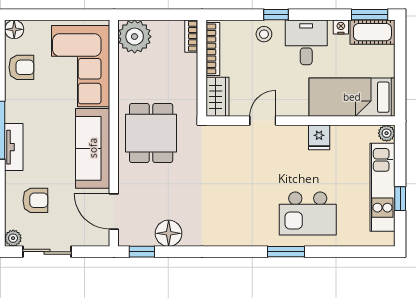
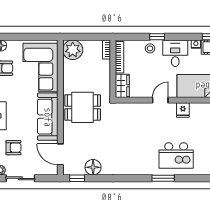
door: (263, 121) -> (160, 100), moved
dining table: (151, 133) -> (83, 107), turned 90

